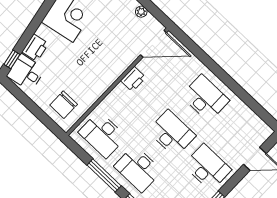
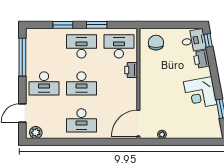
printer: (133, 79) -> (131, 70), moved
plant: (260, 128) -> (36, 133), added
window: (104, 175) -> (97, 25), width x0.69

